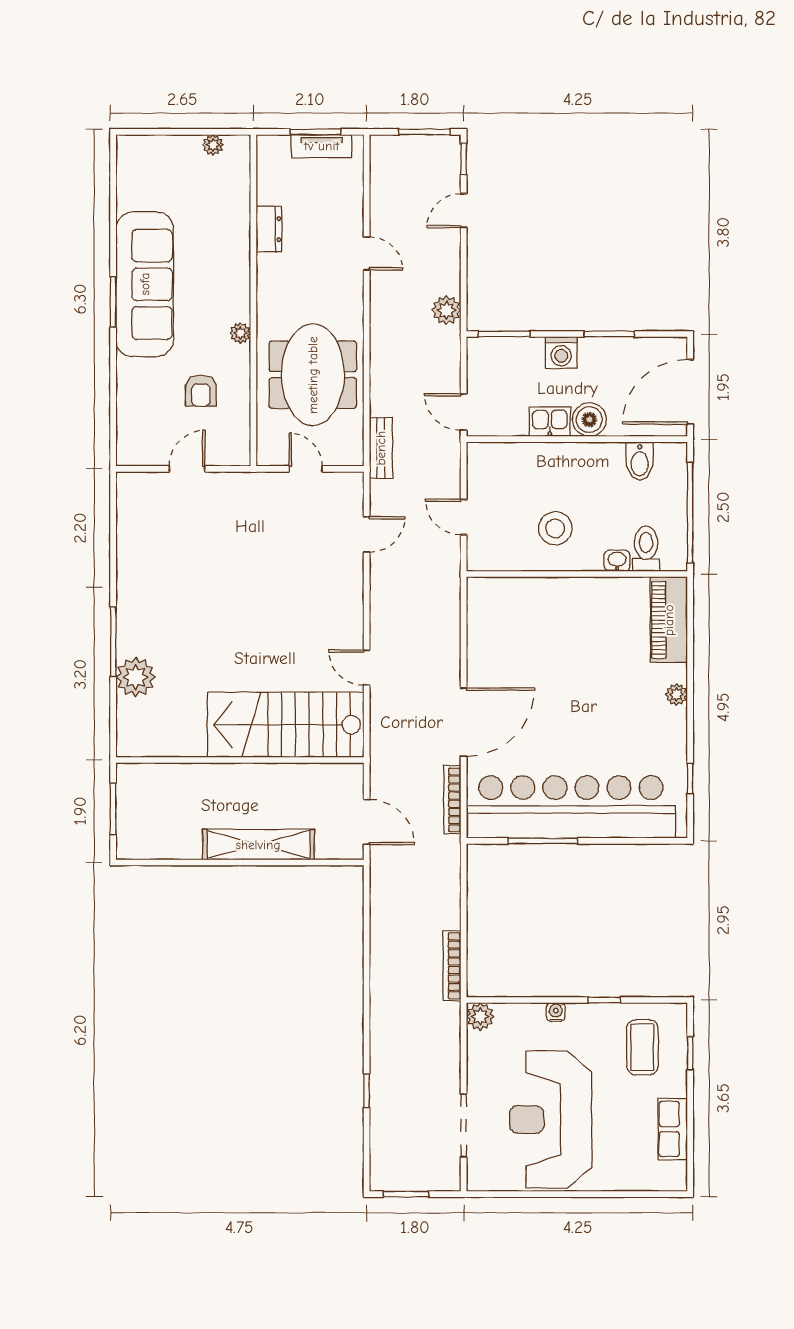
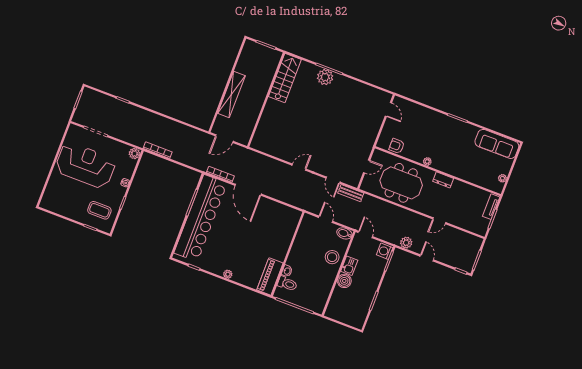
tv unit: (322, 146) -> (491, 207), moved
door: (464, 211) -> (427, 258), moved
dresser: (269, 229) -> (443, 180), moved
sofa: (145, 284) -> (497, 144), moved, width x0.74, depth x0.79
washing machine: (561, 353) -> (385, 251), moved
armchair: (201, 391) -> (397, 146), moved
door: (690, 392) -> (340, 323), removed
door: (464, 412) -> (365, 234), hinge flipped
bench: (381, 448) -> (351, 193), moved
bidet: (640, 461) -> (344, 233), moved
door: (187, 469) -> (388, 110), moved
door: (464, 517) -> (326, 219), hinge flipped
stool: (555, 528) -> (332, 257), moved
piano: (669, 620) -> (270, 276), moved, turned -90
door: (367, 668) -> (299, 167), moved
plant: (136, 677) -> (325, 77), moved
stairs: (286, 725) -> (285, 78), moved, width x0.73, depth x0.66
row of seats: (673, 1129) -> (64, 210), removed

